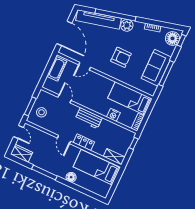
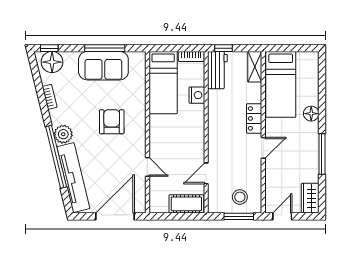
cot: (57, 69) -> (186, 204), moved
workbench: (89, 118) -> (217, 70), moved

